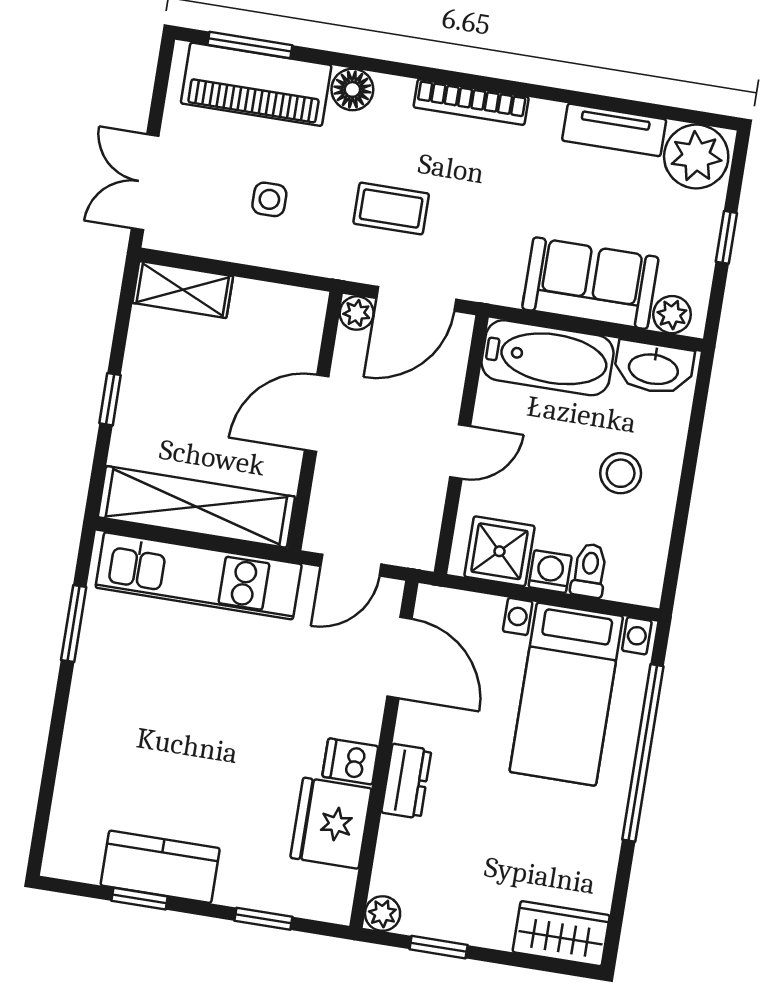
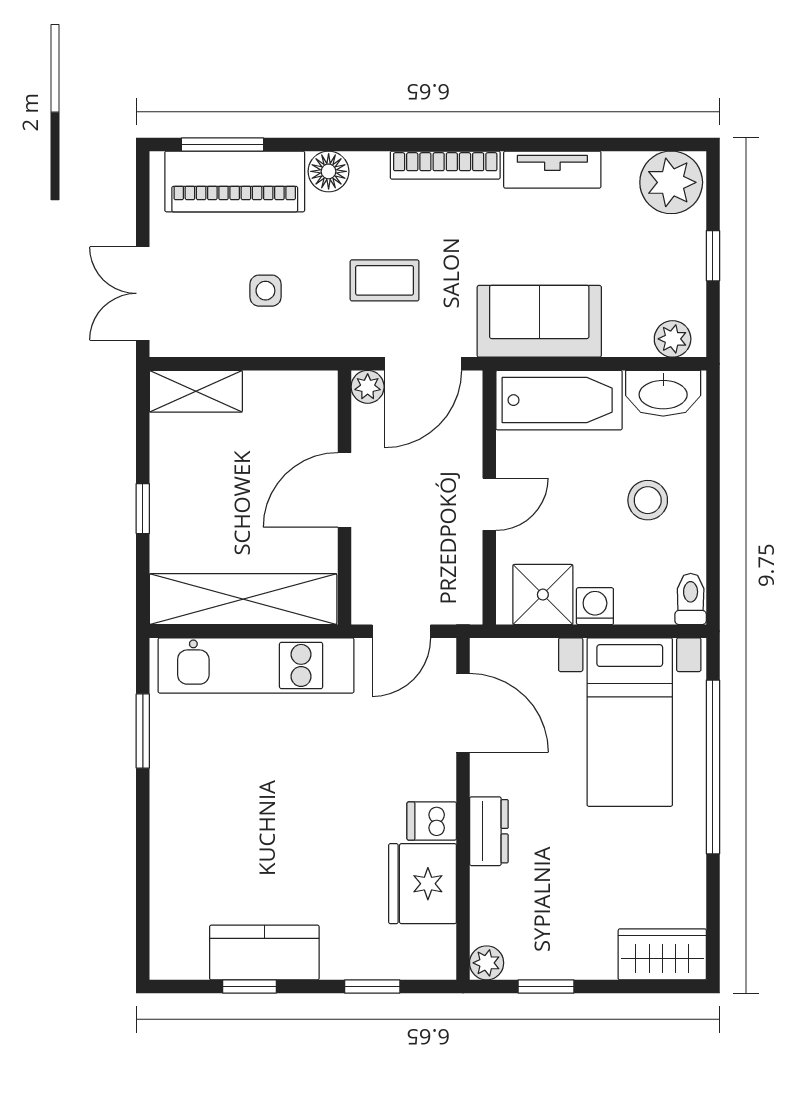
tv unit: (614, 130) -> (552, 170), moved
sofa: (590, 283) -> (539, 321), moved
toilet: (589, 570) -> (691, 599), moved

